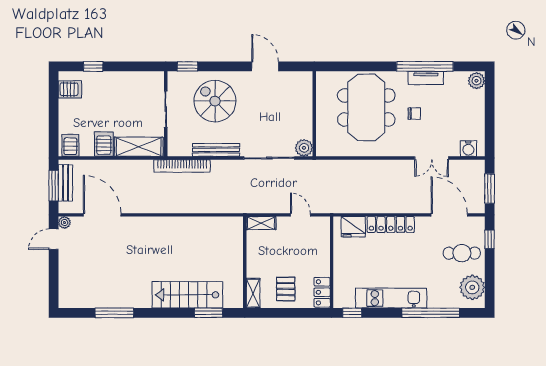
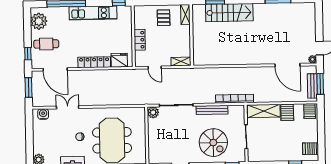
locker: (322, 292) -> (140, 40), moved

